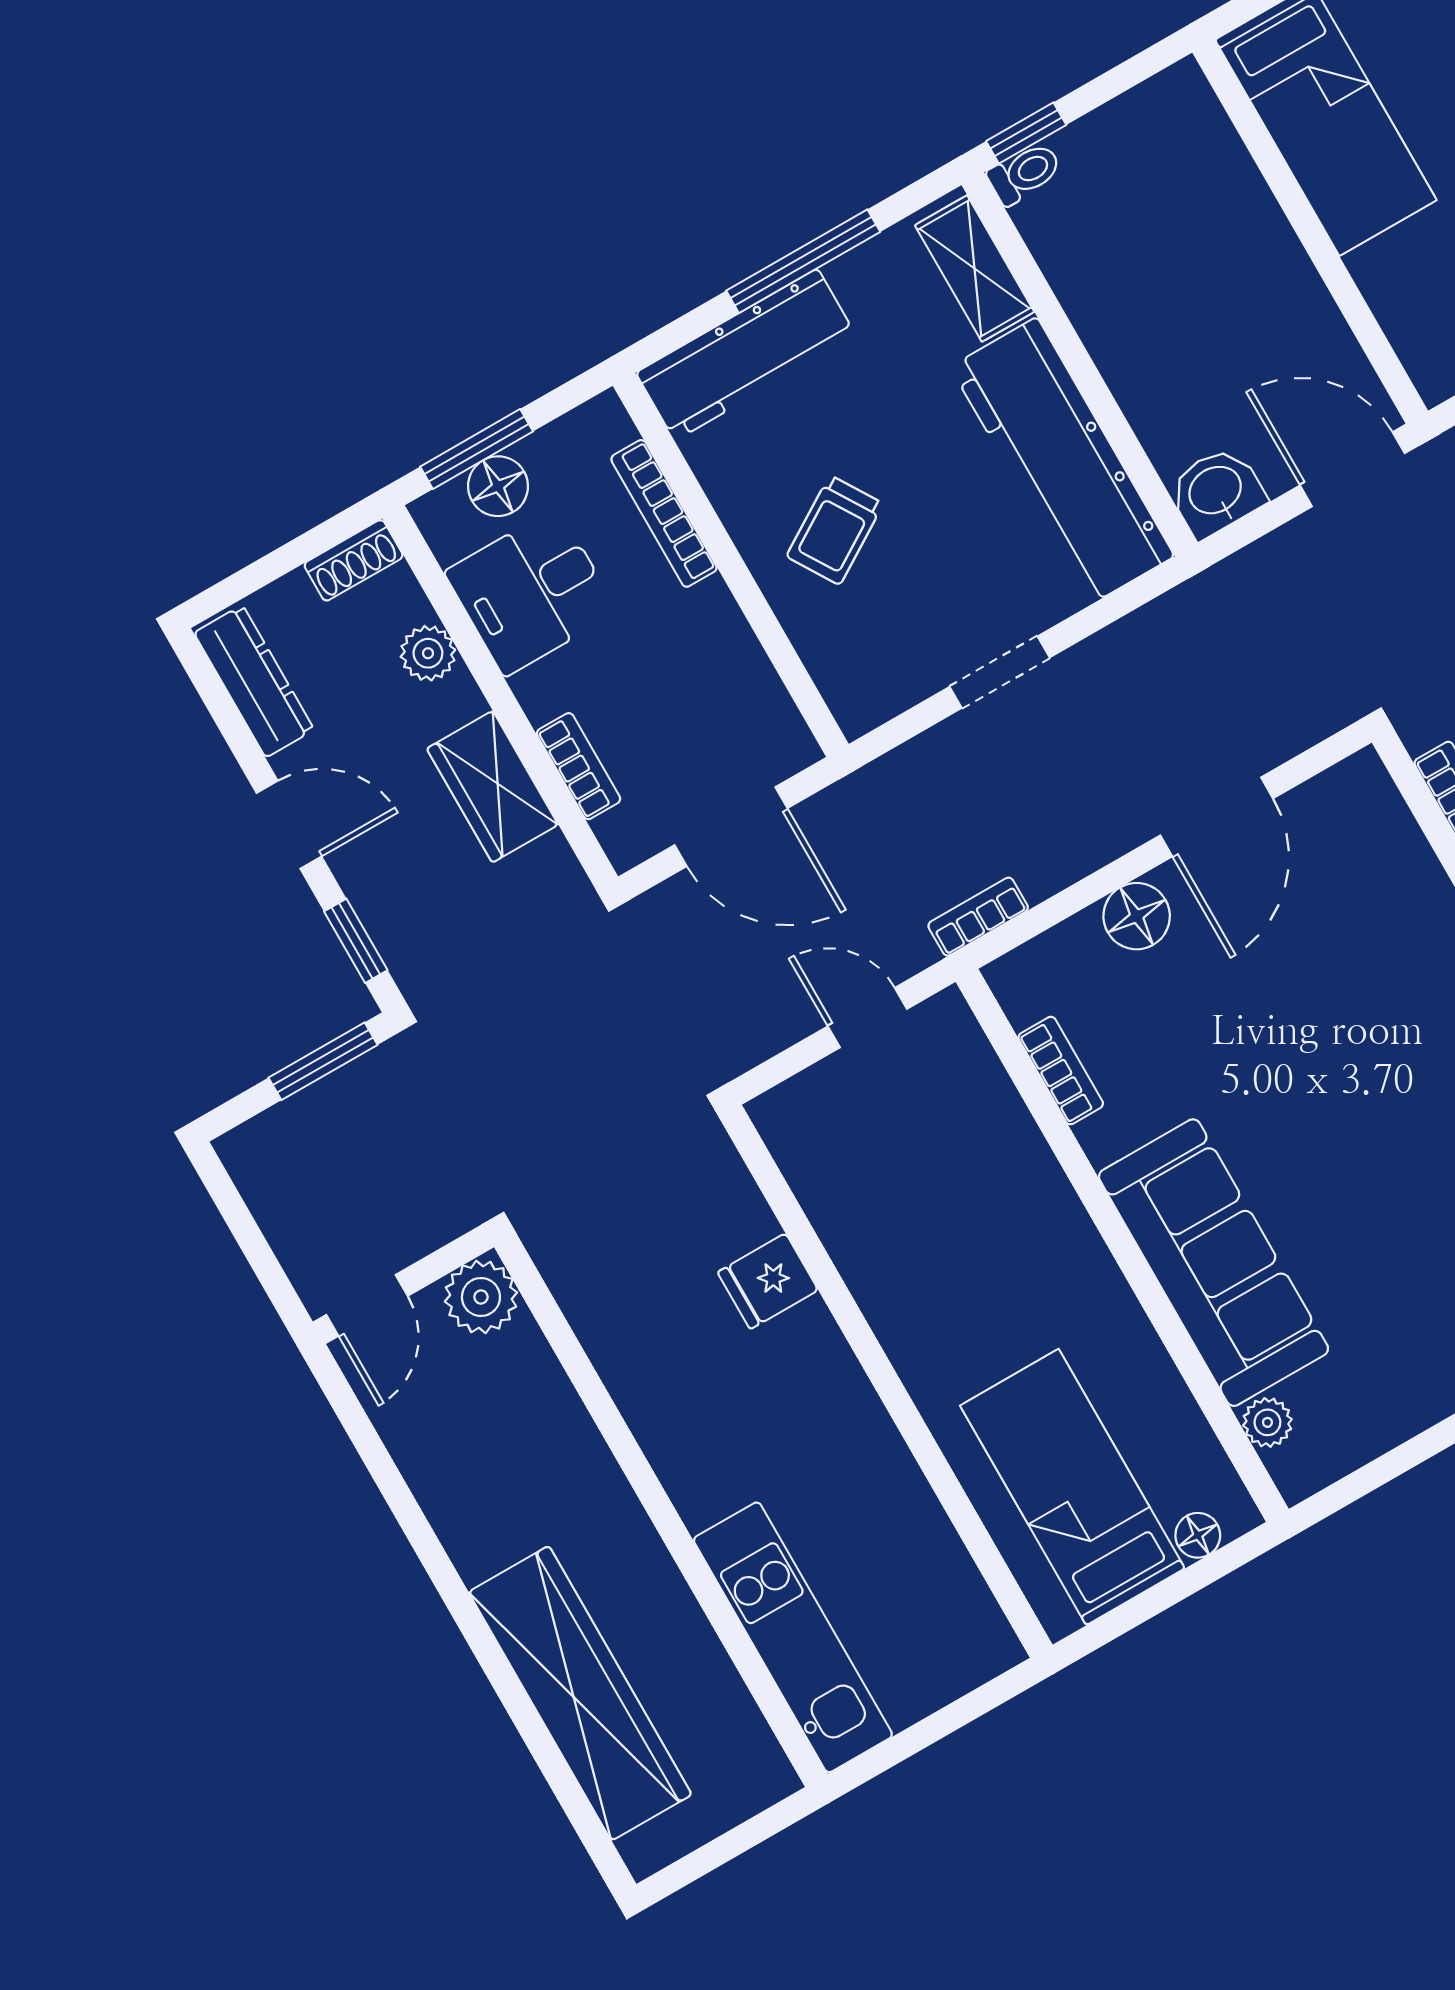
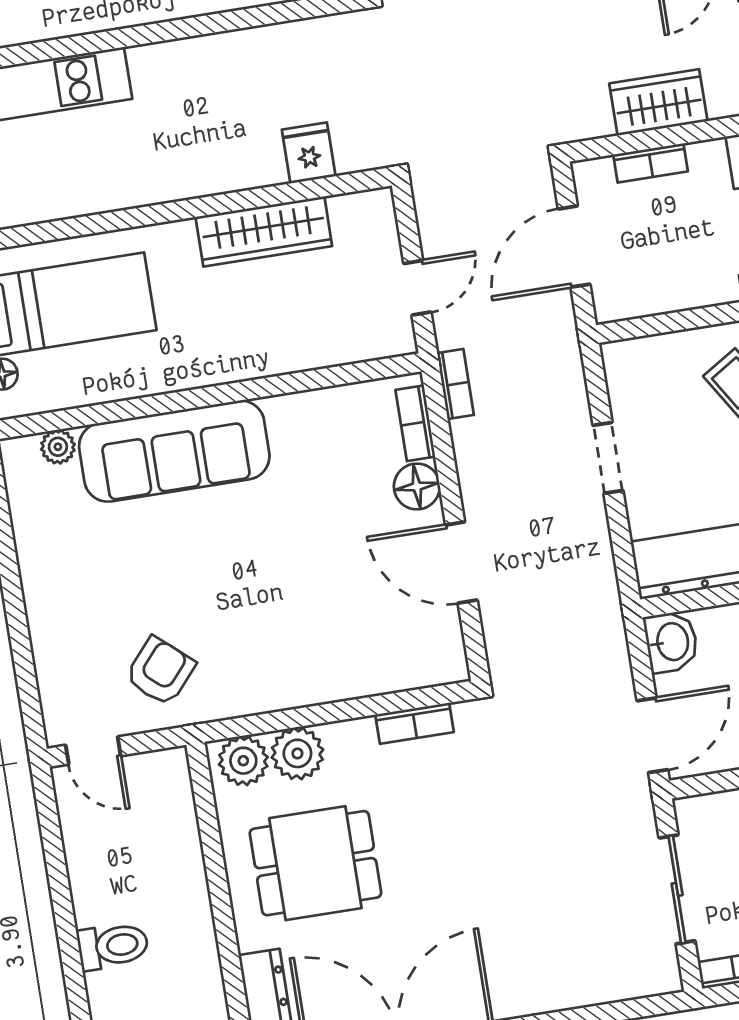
bookcase: (1061, 1071) -> (415, 423), moved, turned 90
wardrobe: (870, 1254) -> (264, 231), added
fridge: (768, 1281) -> (309, 153), moved

